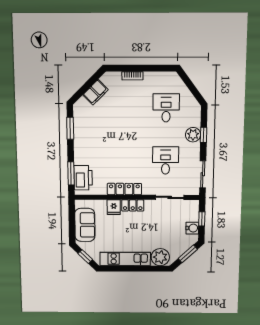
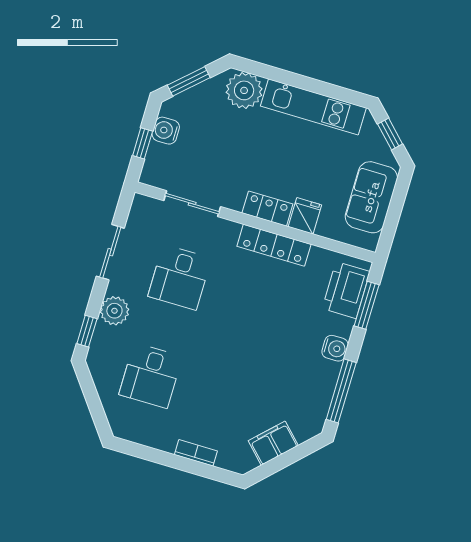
window: (70, 128) -> (341, 391), width x1.44
window: (204, 135) -> (87, 331), moved
water cooler: (80, 148) -> (335, 348), added
sliding door: (203, 174) -> (110, 252), moved

